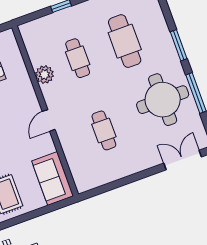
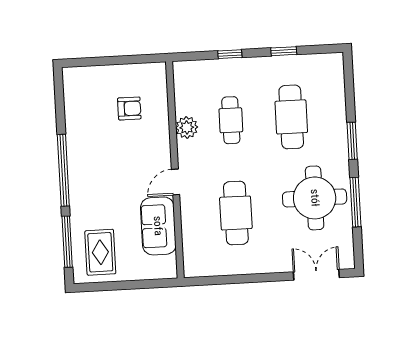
cafe table: (104, 130) -> (236, 213), width x1.37, depth x1.35
sofa: (53, 179) -> (158, 226), moved

